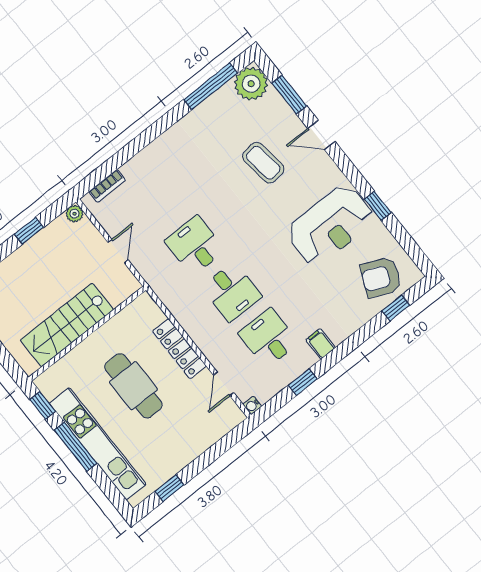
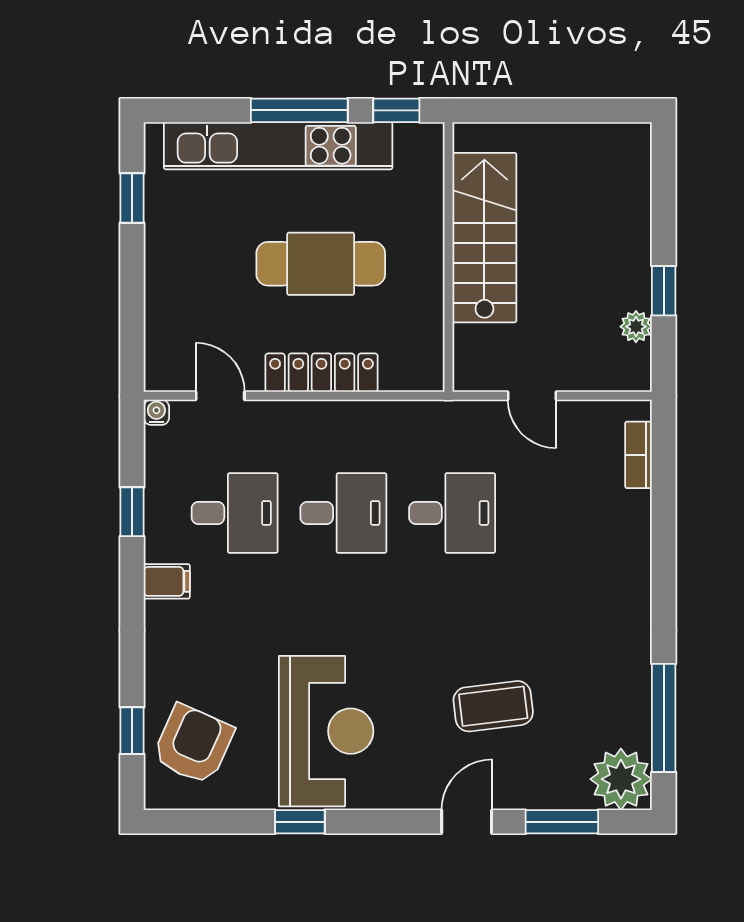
plant: (74, 214) -> (636, 327), moved
reception desk: (330, 225) -> (326, 731), turned 180
desk: (232, 292) -> (343, 513), turned 180

